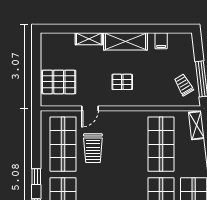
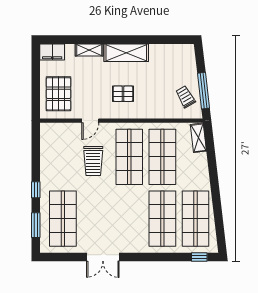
filing cabinet: (161, 41) -> (52, 52), moved, width x2.00
pallet: (59, 82) -> (59, 94), turned 90
shop shelf: (63, 144) -> (129, 157), moved

